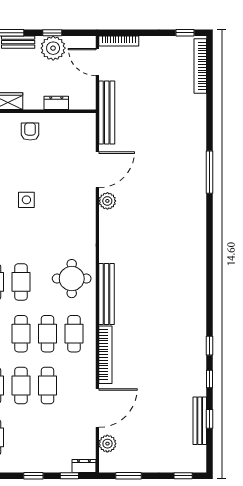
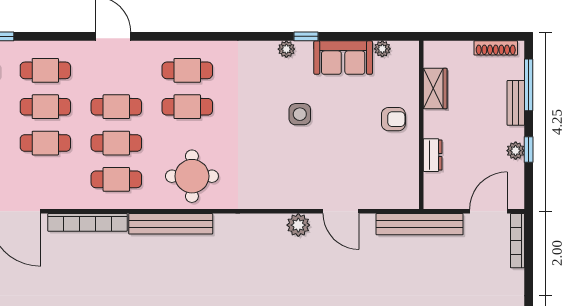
plant: (53, 48) -> (516, 151), width x0.53, depth x0.53
door: (97, 170) -> (341, 211), width x0.73

